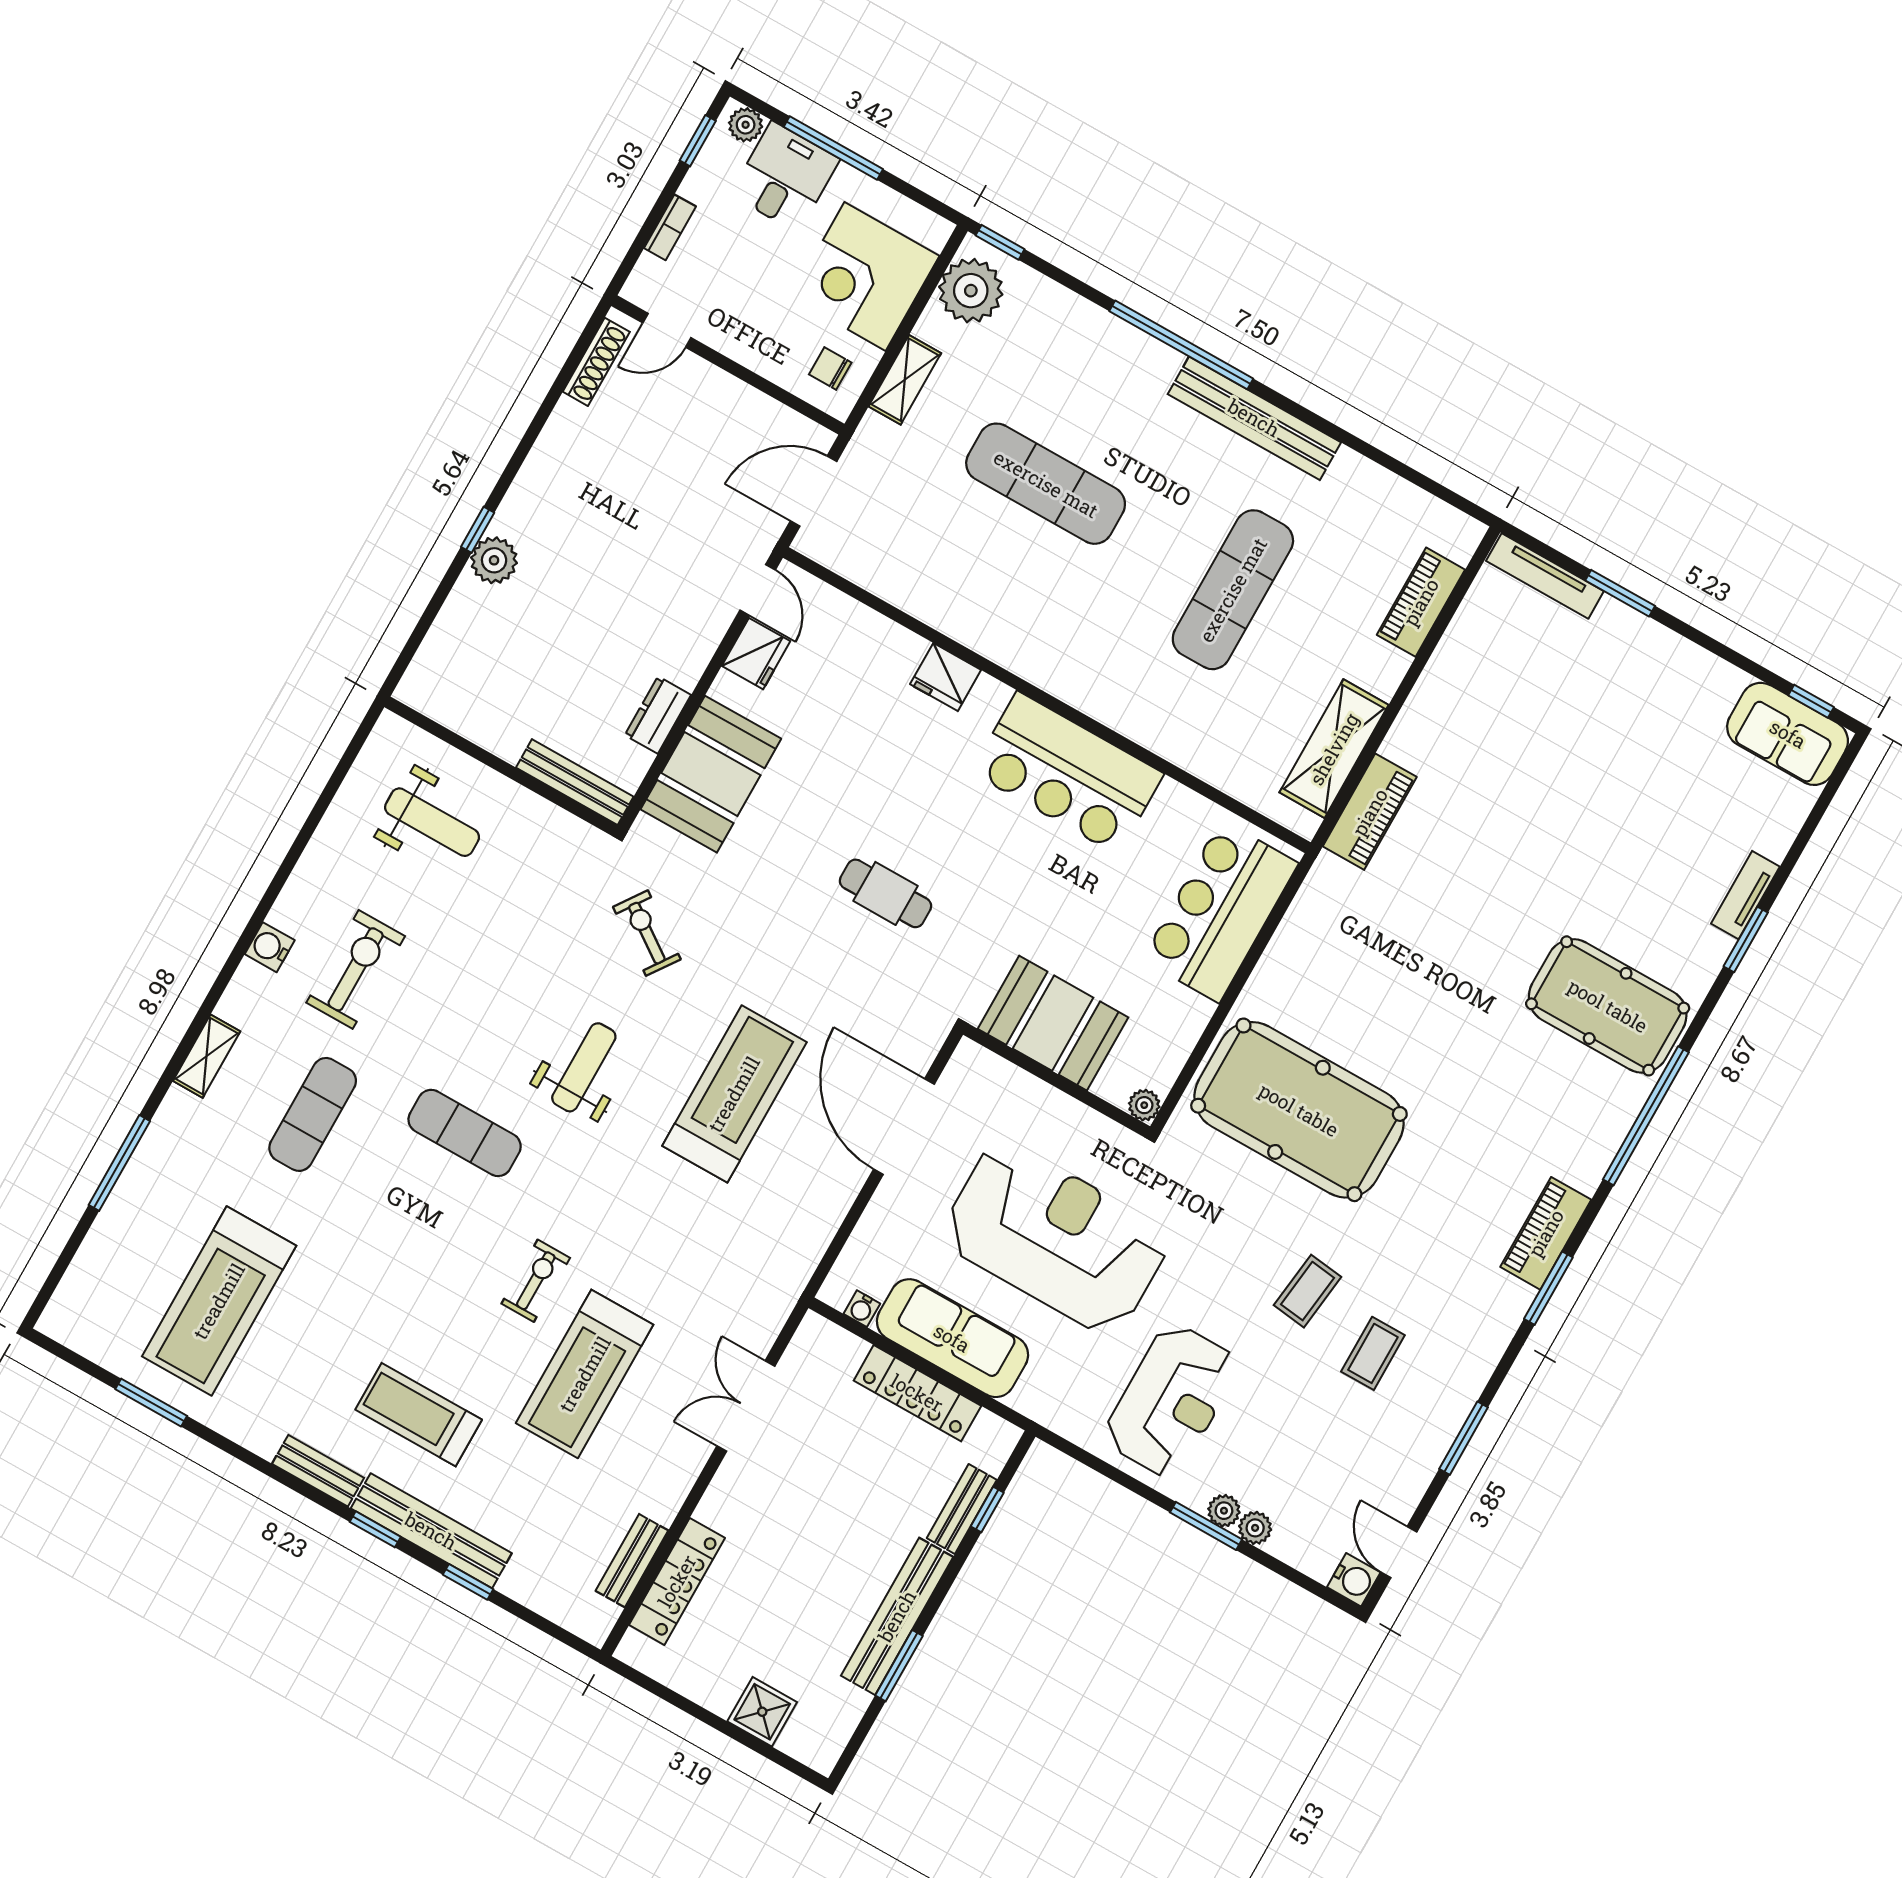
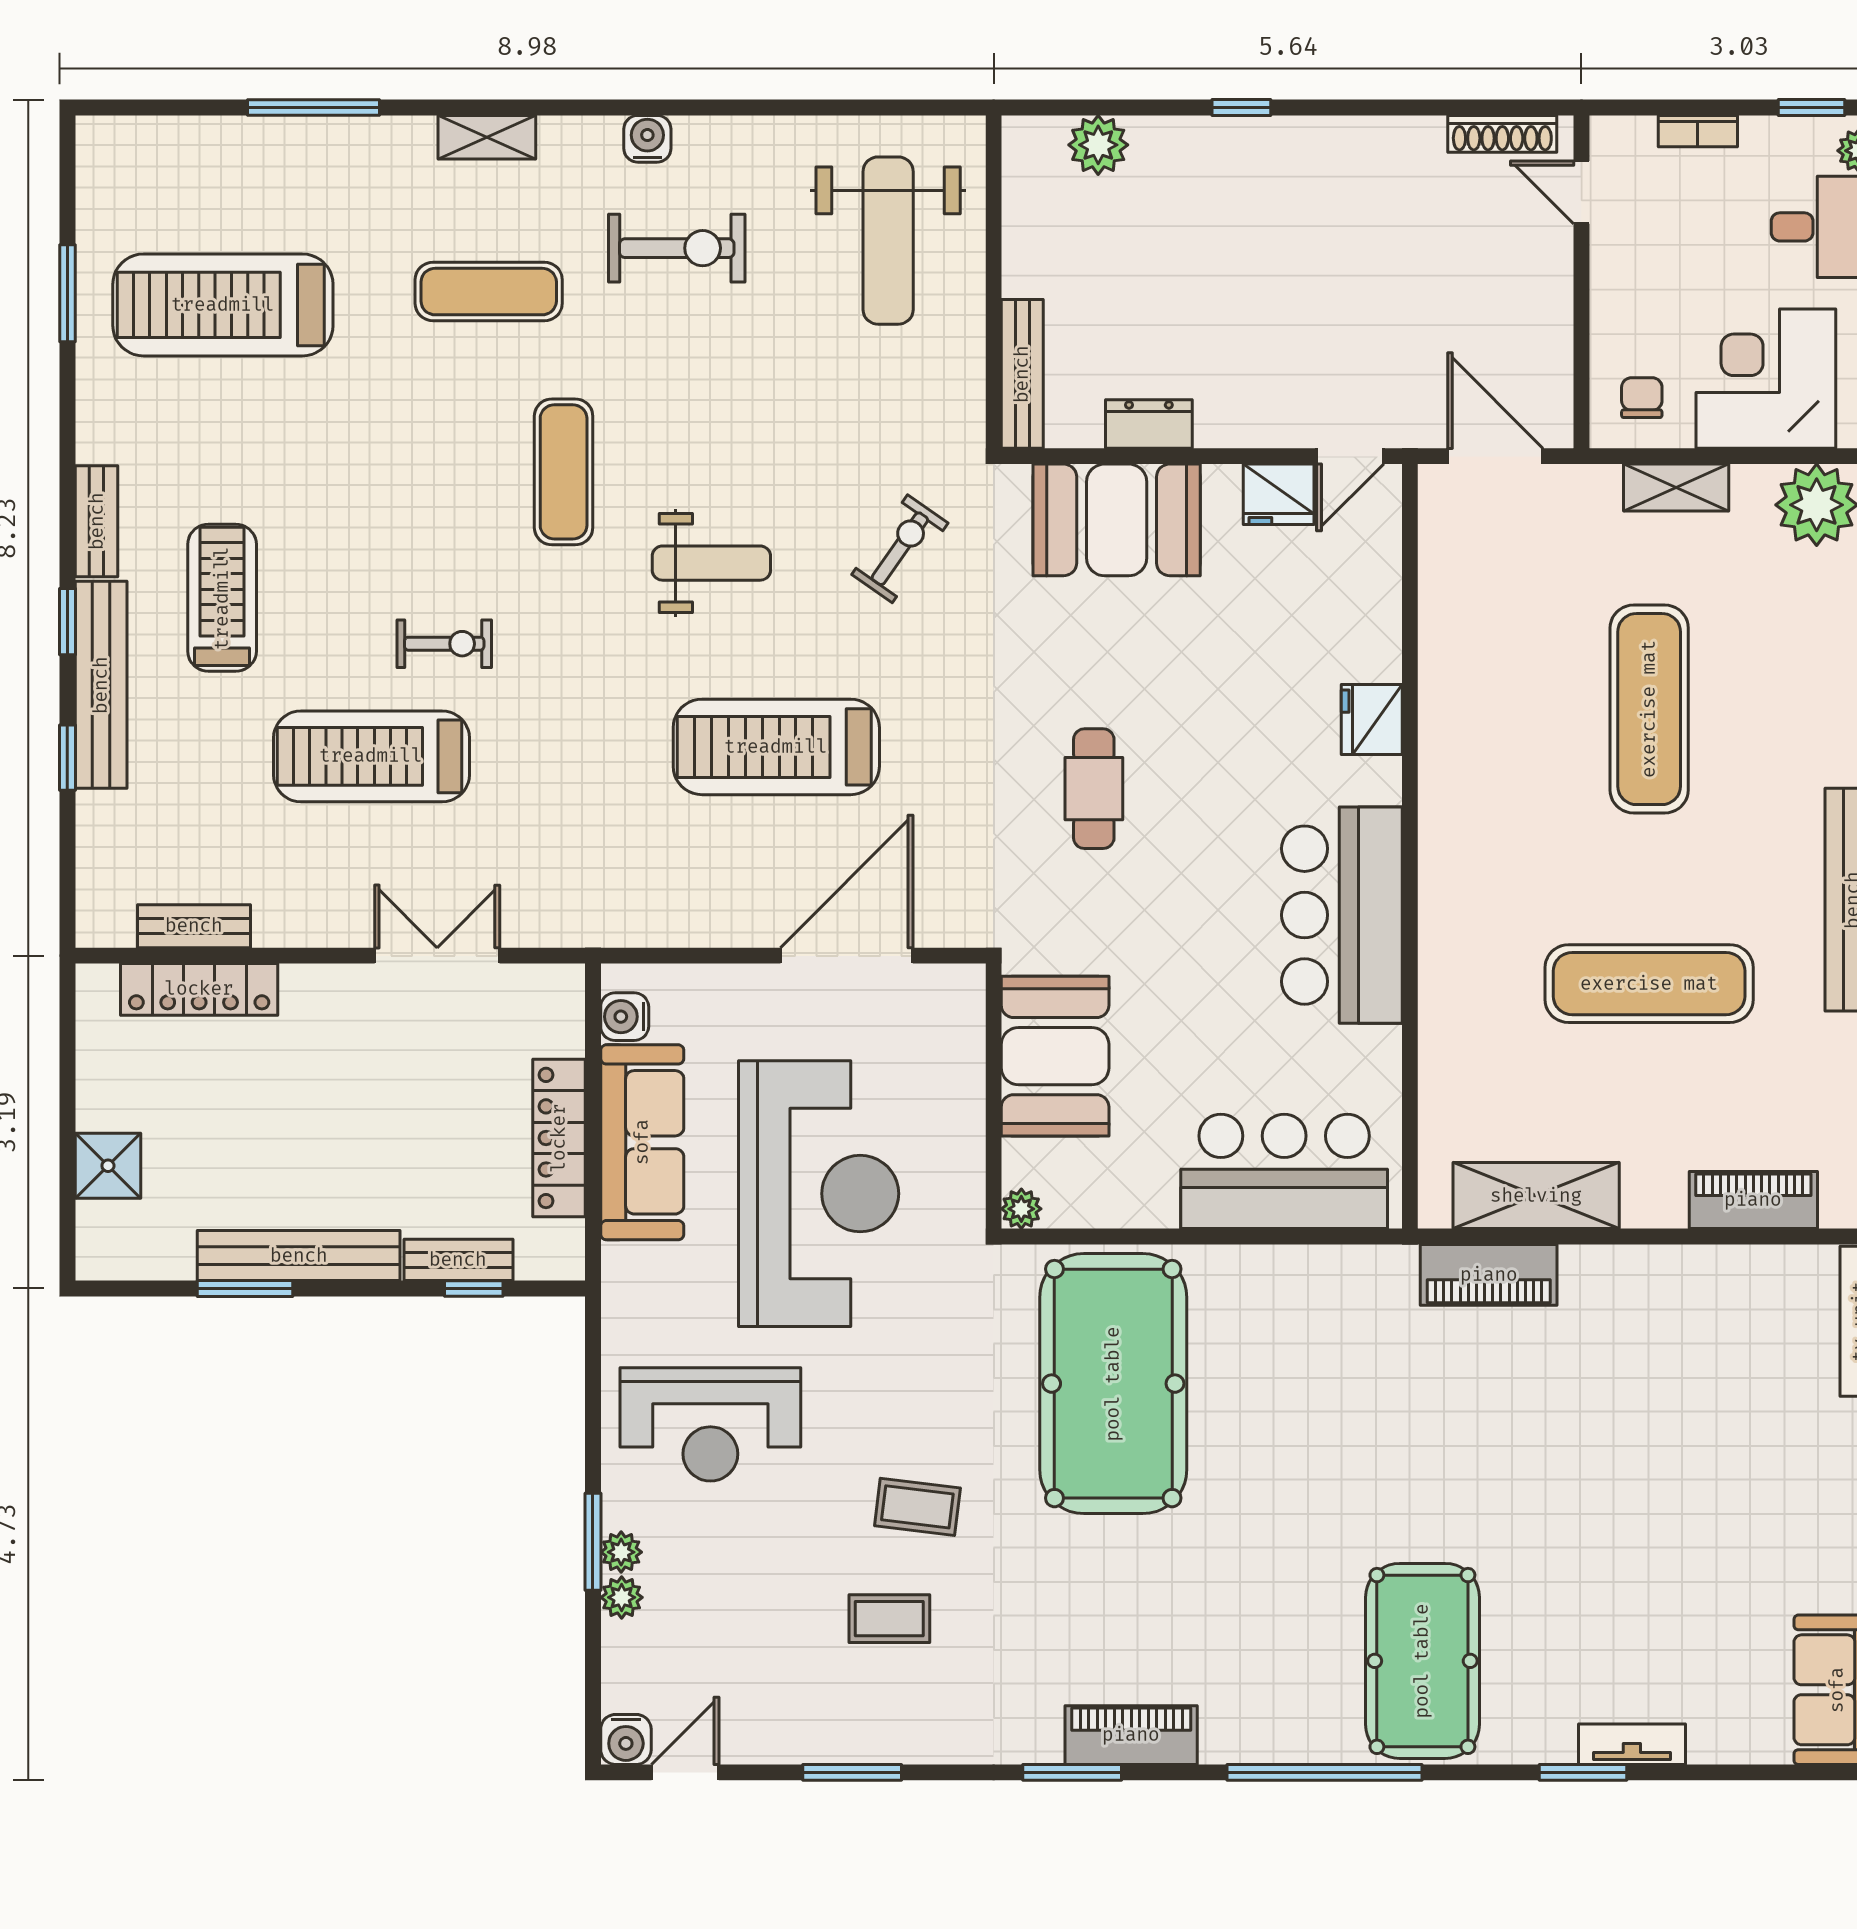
plant: (494, 560) -> (1098, 145), moved
weight bench: (432, 822) -> (888, 241), width x1.36, depth x1.33
treadmill: (734, 1094) -> (776, 747), turned 180
water cooler: (862, 1309) -> (625, 1017), width x1.38, depth x1.38

